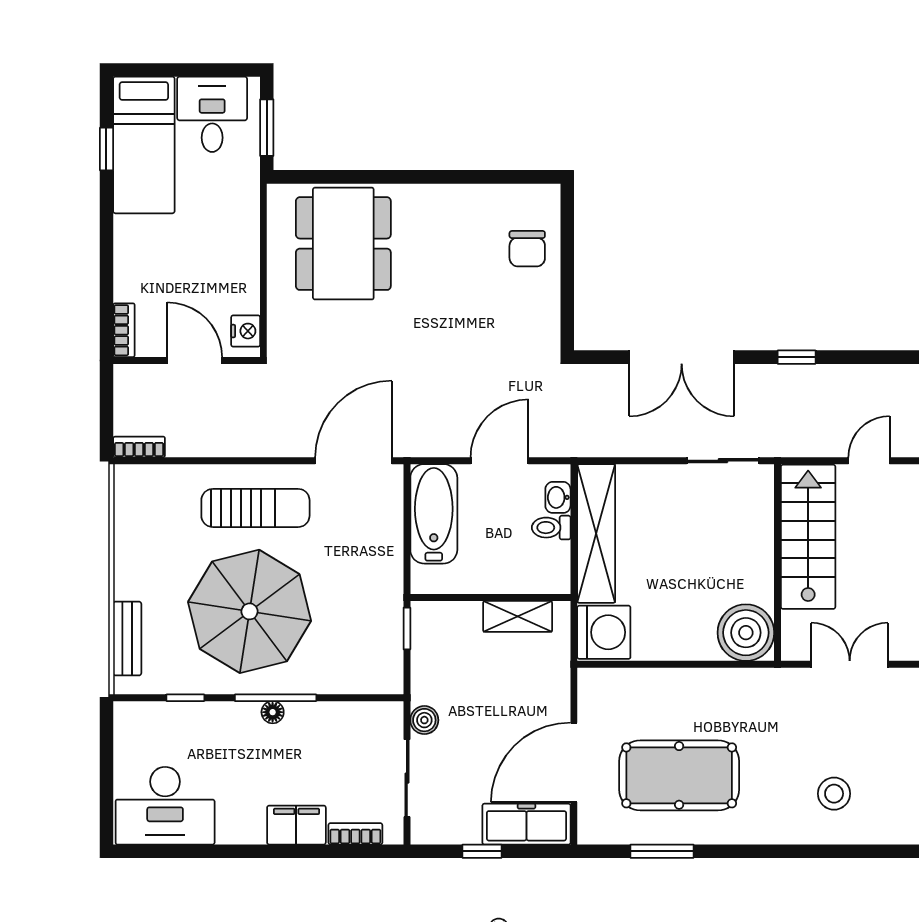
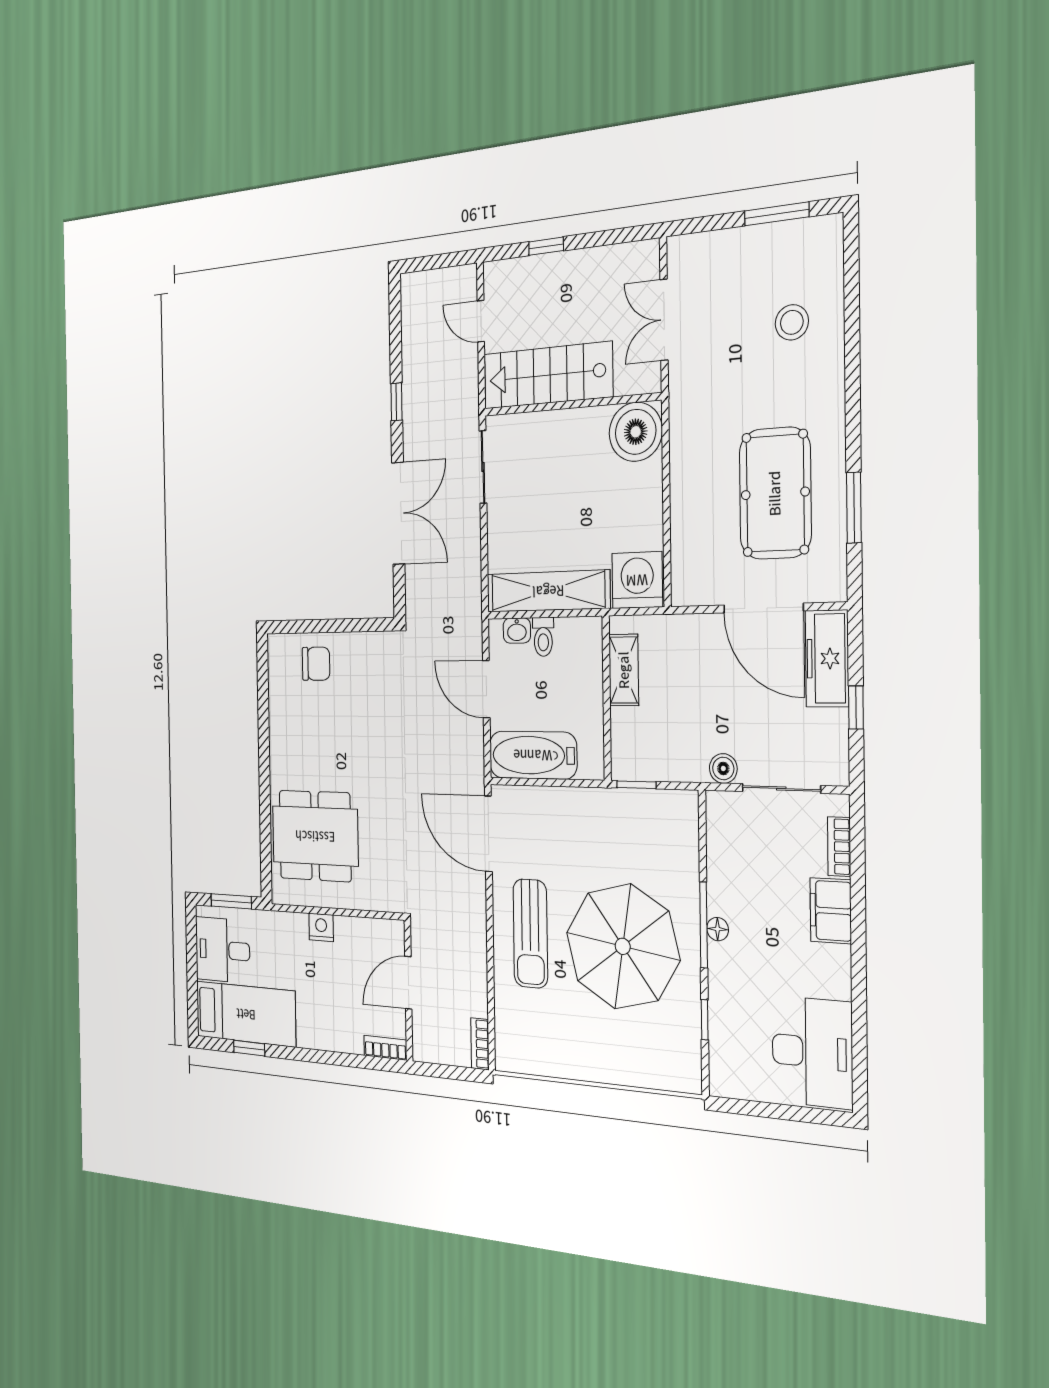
nightstand: (246, 331) -> (321, 927), moved
sun lounger: (255, 508) -> (530, 933), turned 180
bench: (127, 639) -> (649, 1075), removed

